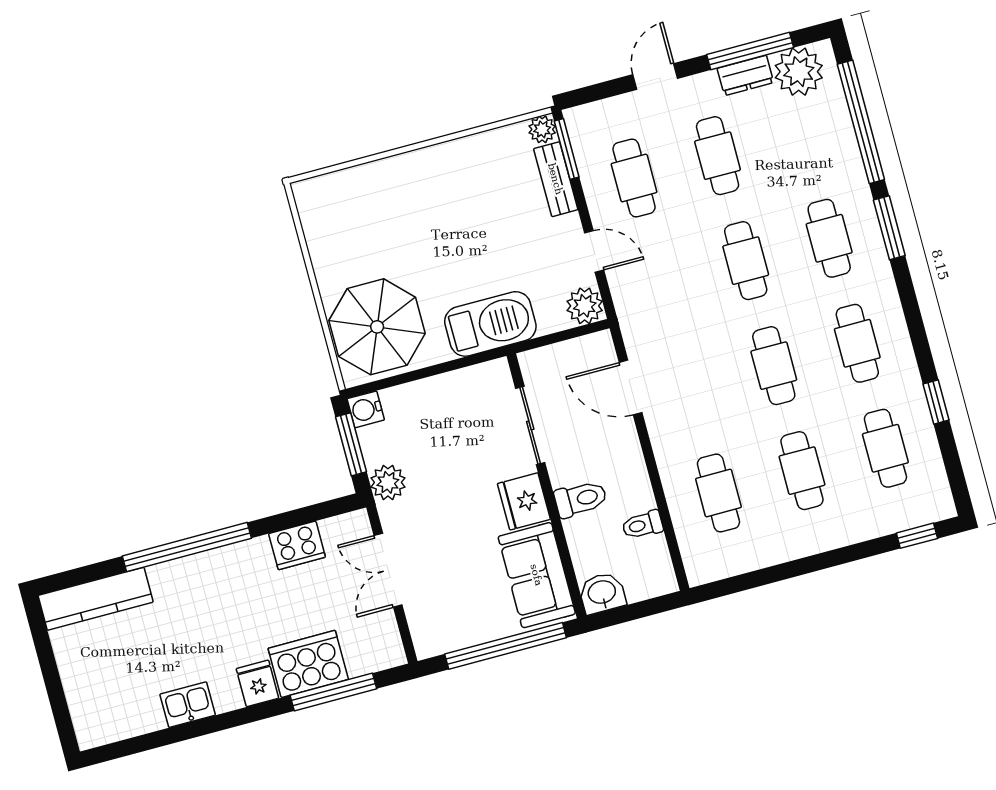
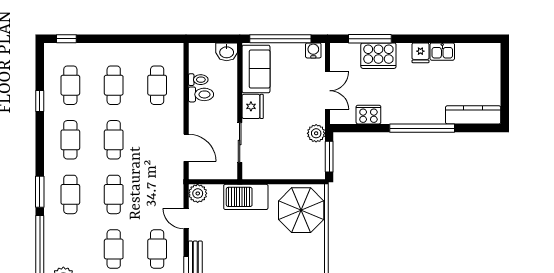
water cooler: (366, 409) -> (313, 50), moved, turned -90
toilet: (581, 499) -> (201, 94), moved, turned 180
fridge: (257, 683) -> (420, 53), moved

